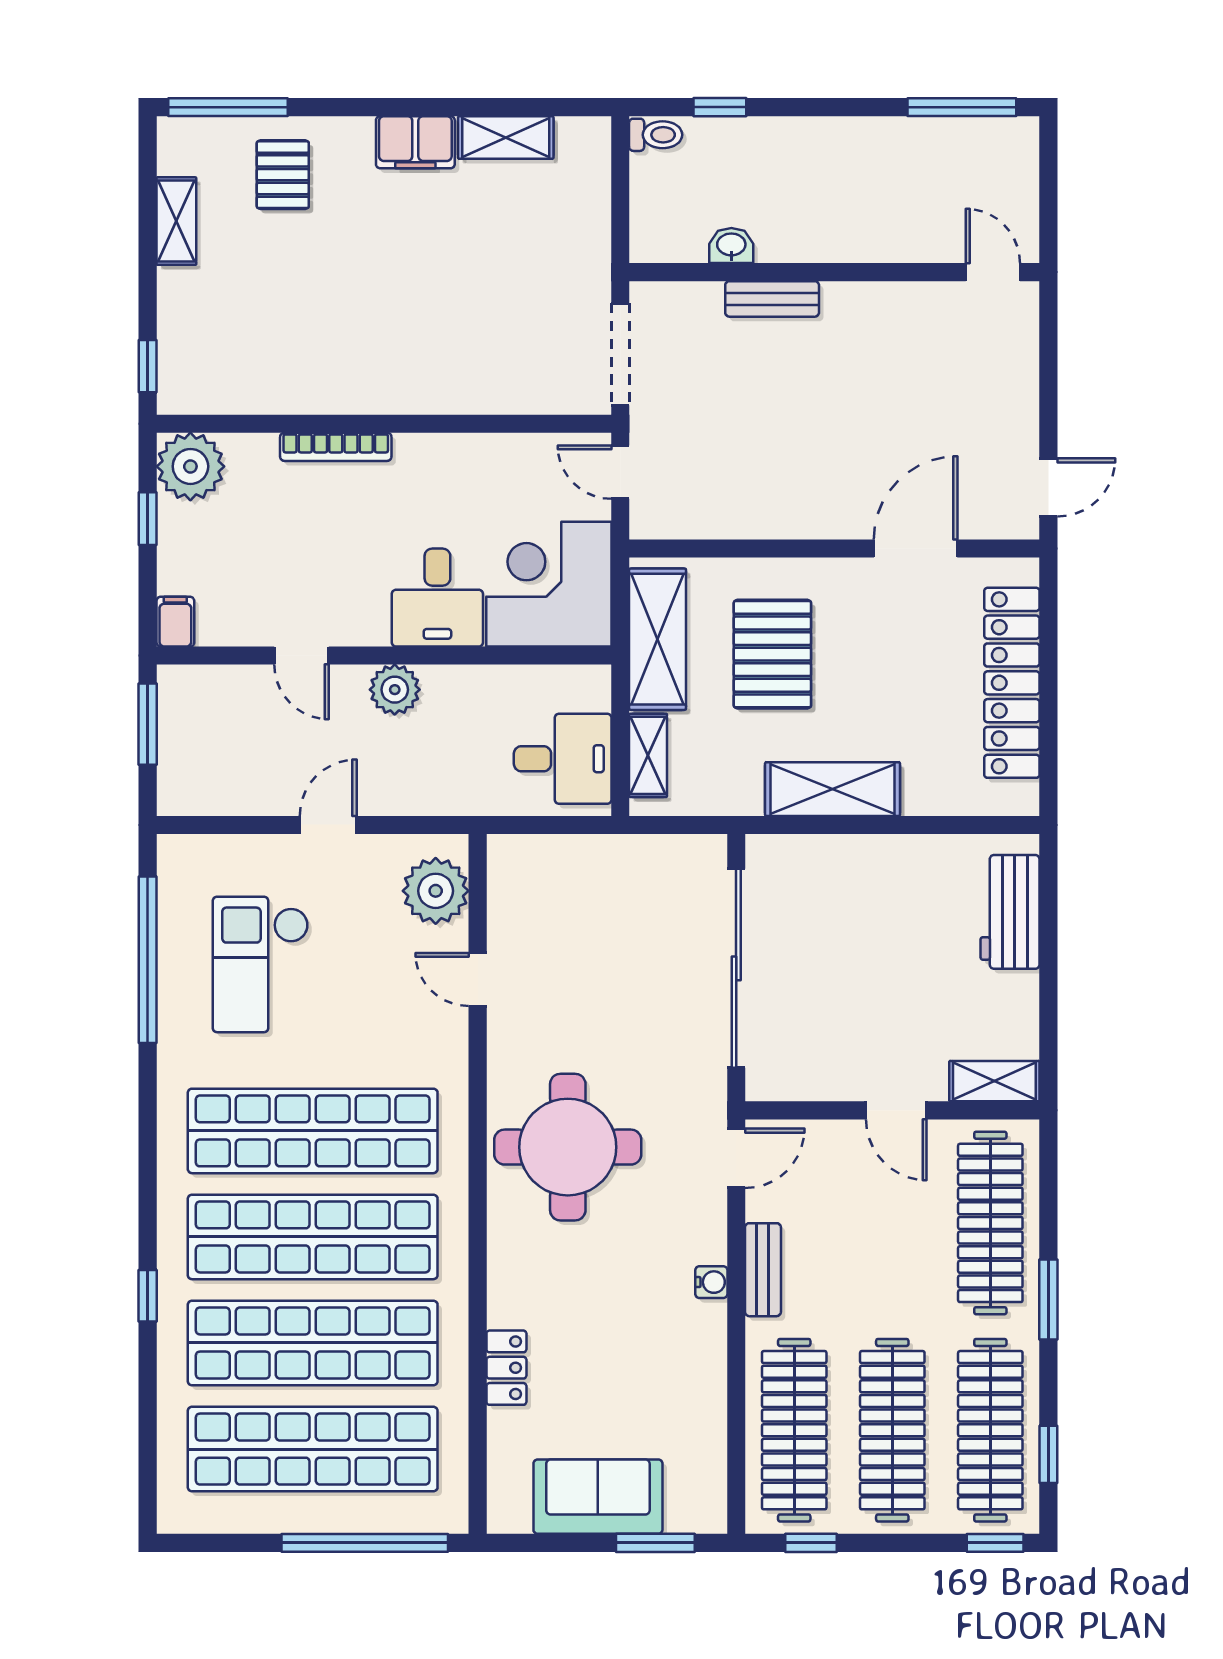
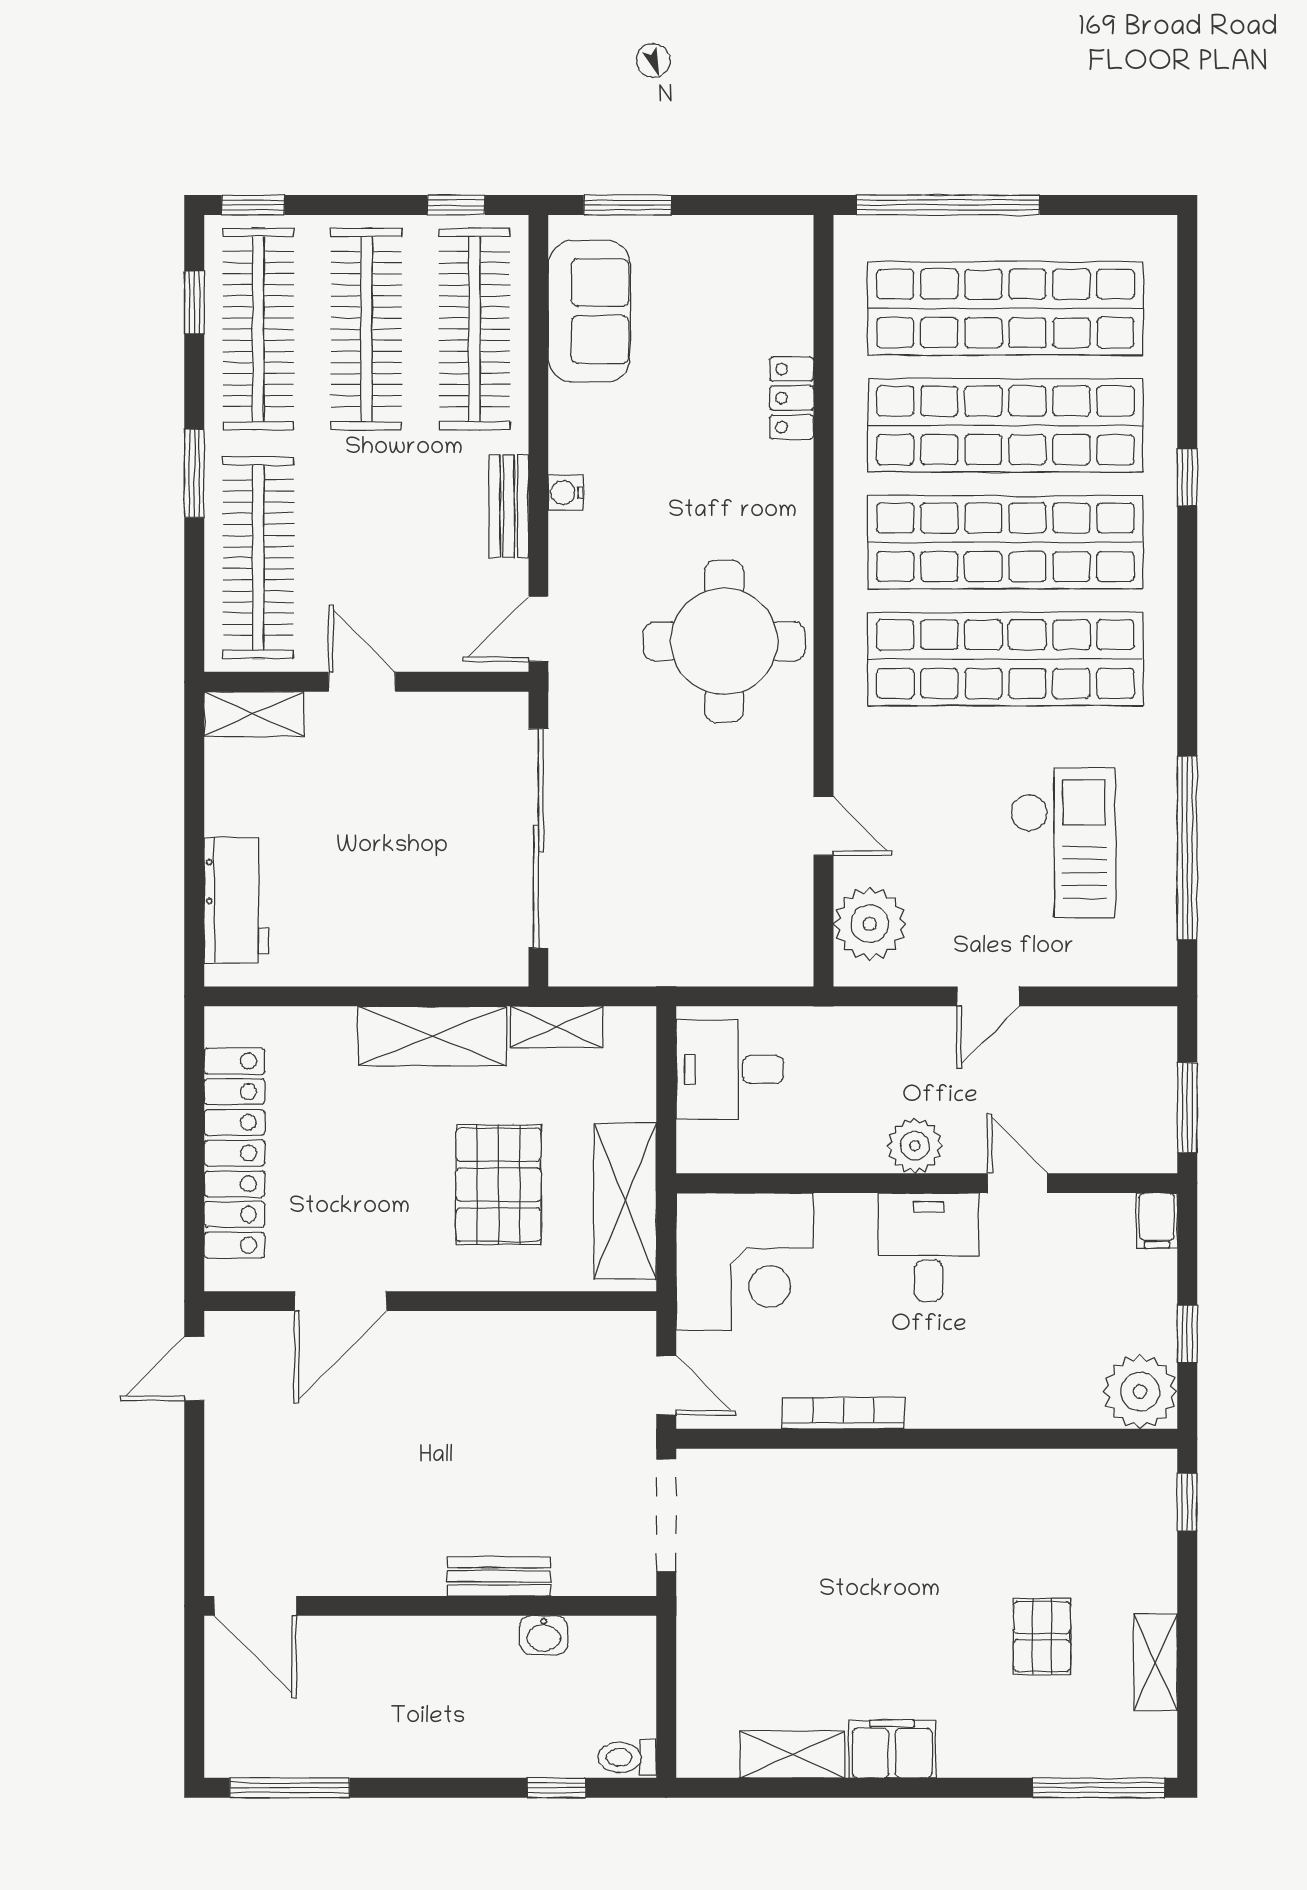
pallet: (283, 175) -> (1042, 1637), moved
door: (993, 272) -> (255, 1606), width x1.38
bookcase: (336, 447) -> (843, 1413), moved
desk: (437, 598) -> (929, 1247), moved
shelving: (648, 755) -> (557, 1027), moved, turned 90
sofa: (598, 1497) -> (589, 311), moved, turned -90

